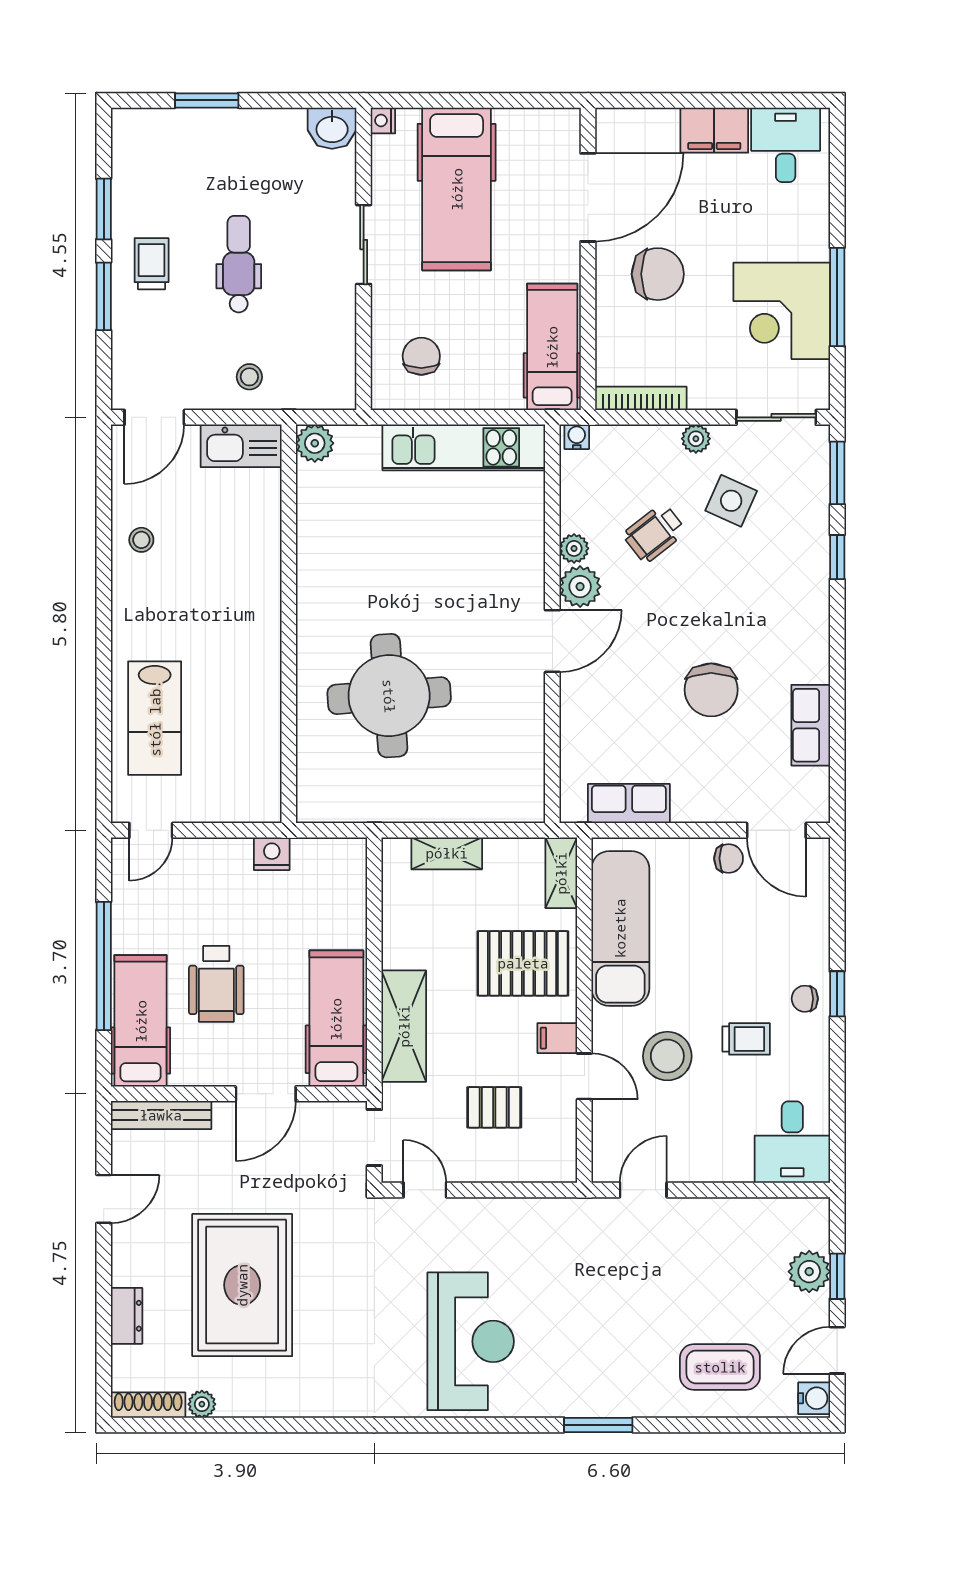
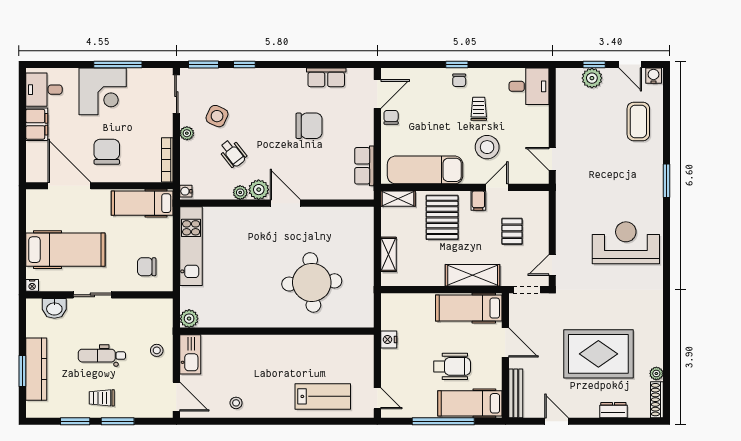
washbasin: (332, 128) -> (54, 308), moved, turned 90
kitchen counter: (211, 129) -> (36, 369), added
corner desk: (782, 311) -> (103, 91), moved

